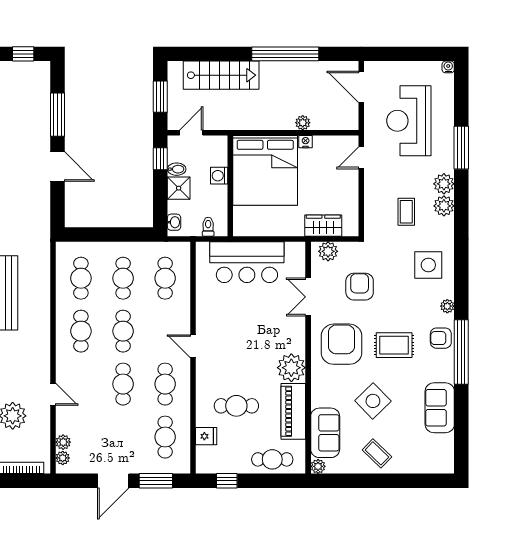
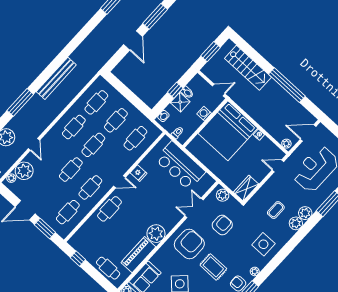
door: (361, 87) -> (308, 133), hinge flipped
plant: (303, 123) -> (286, 144), moved
door: (191, 133) -> (219, 90), moved
window: (160, 159) -> (175, 90), moved
wardrobe: (323, 226) -> (246, 188), moved, turned -90
door: (193, 346) -> (119, 182), swing flipped
cafe table: (236, 406) -> (109, 209), moved, turned 90
fridge: (206, 436) -> (139, 173), moved
plant: (63, 442) -> (24, 171), width x1.87, depth x1.87

